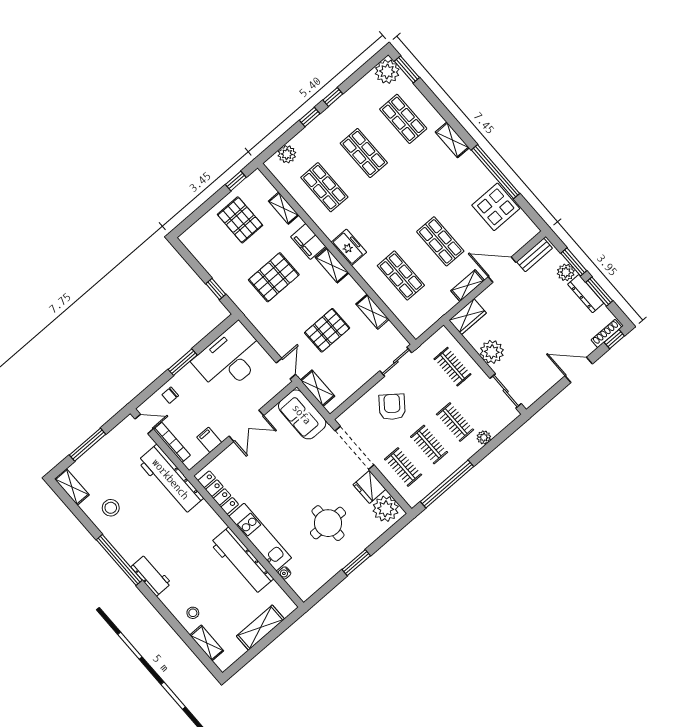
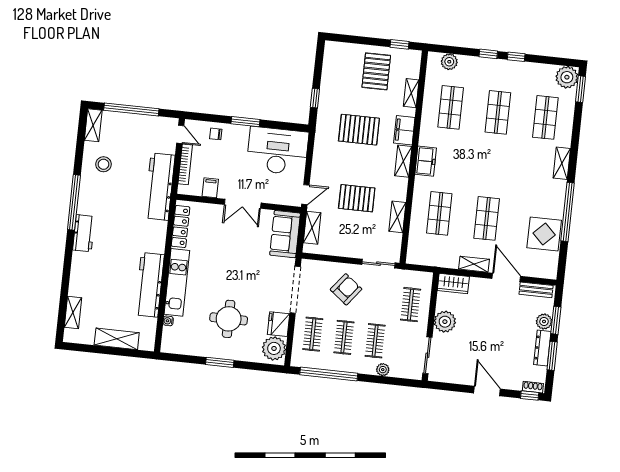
shoe rack: (606, 333) -> (533, 387), width x0.70
window: (88, 445) -> (131, 109), width x1.46
stool: (193, 613) -> (85, 285), removed

